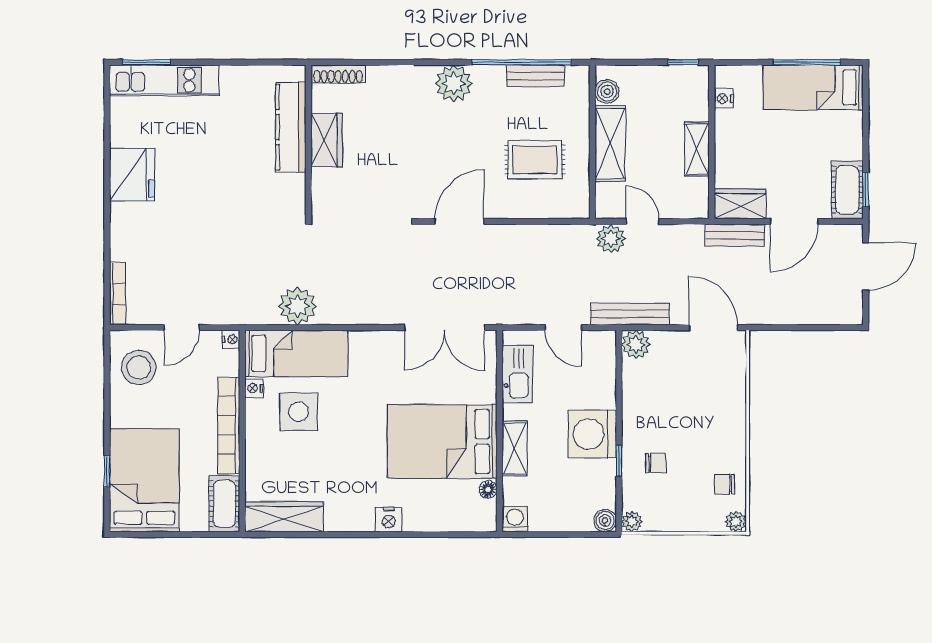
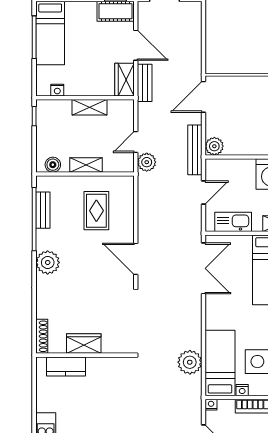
kitchen counter: (291, 127) -> (66, 367), width x0.67
shelving: (610, 144) -> (86, 165), width x0.67, depth x0.75

